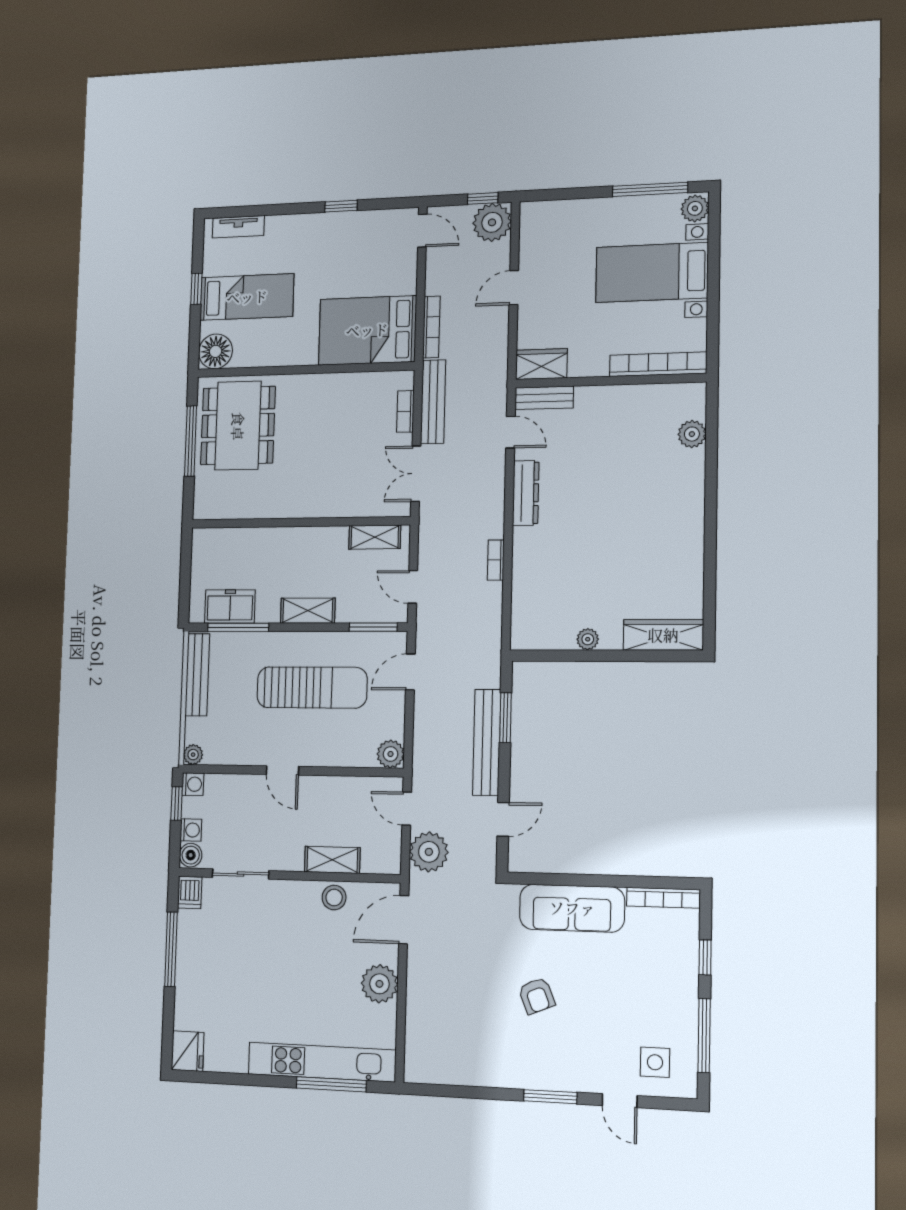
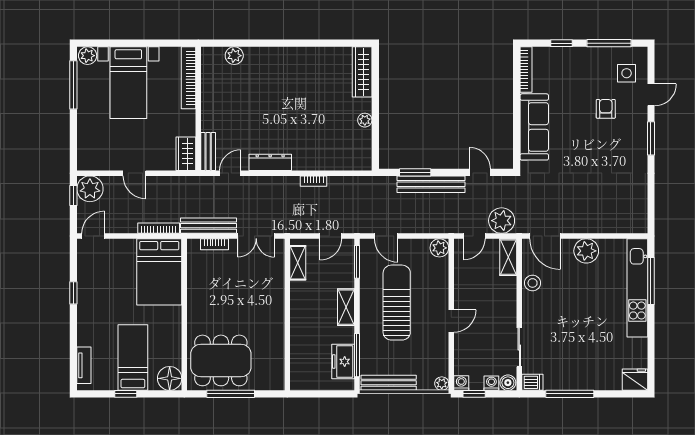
shelving: (332, 860) -> (508, 257), moved
armchair: (537, 996) -> (606, 109), moved, turned -68

